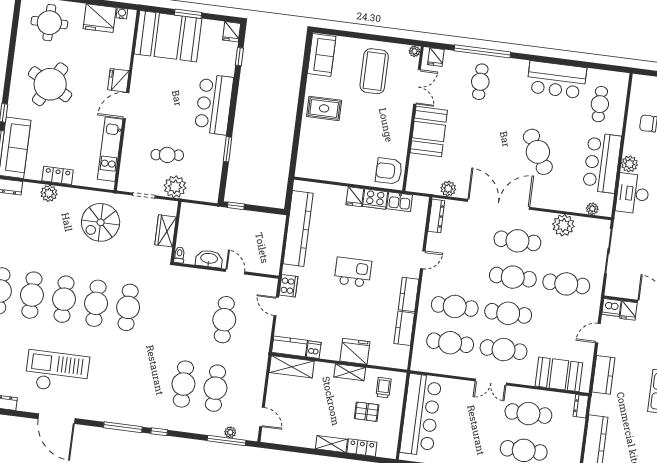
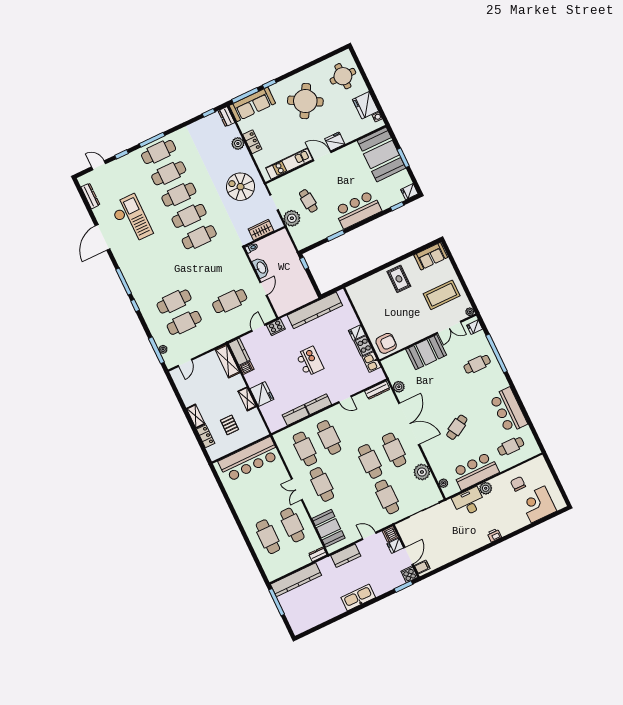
cafe table: (538, 152) -> (457, 427), width x0.73, depth x0.74
armchair: (389, 171) -> (386, 343), turned 90
cafe table: (508, 313) -> (346, 473), removed
trolley: (384, 388) -> (251, 426), removed

